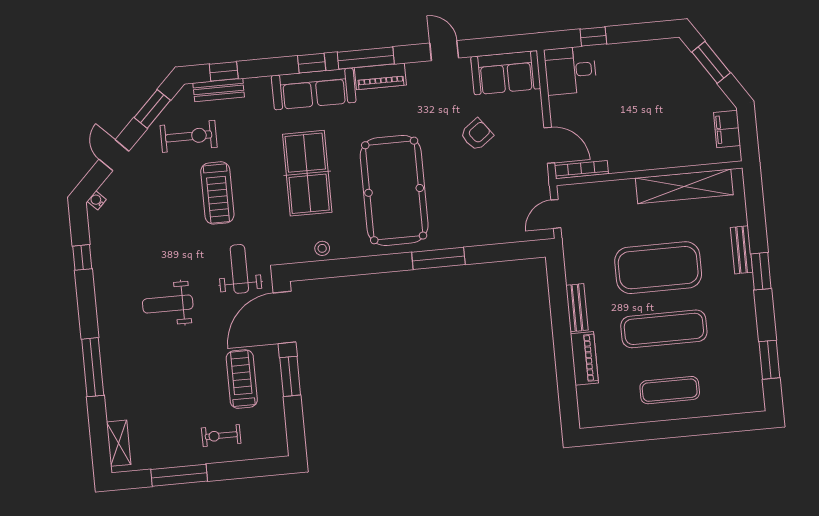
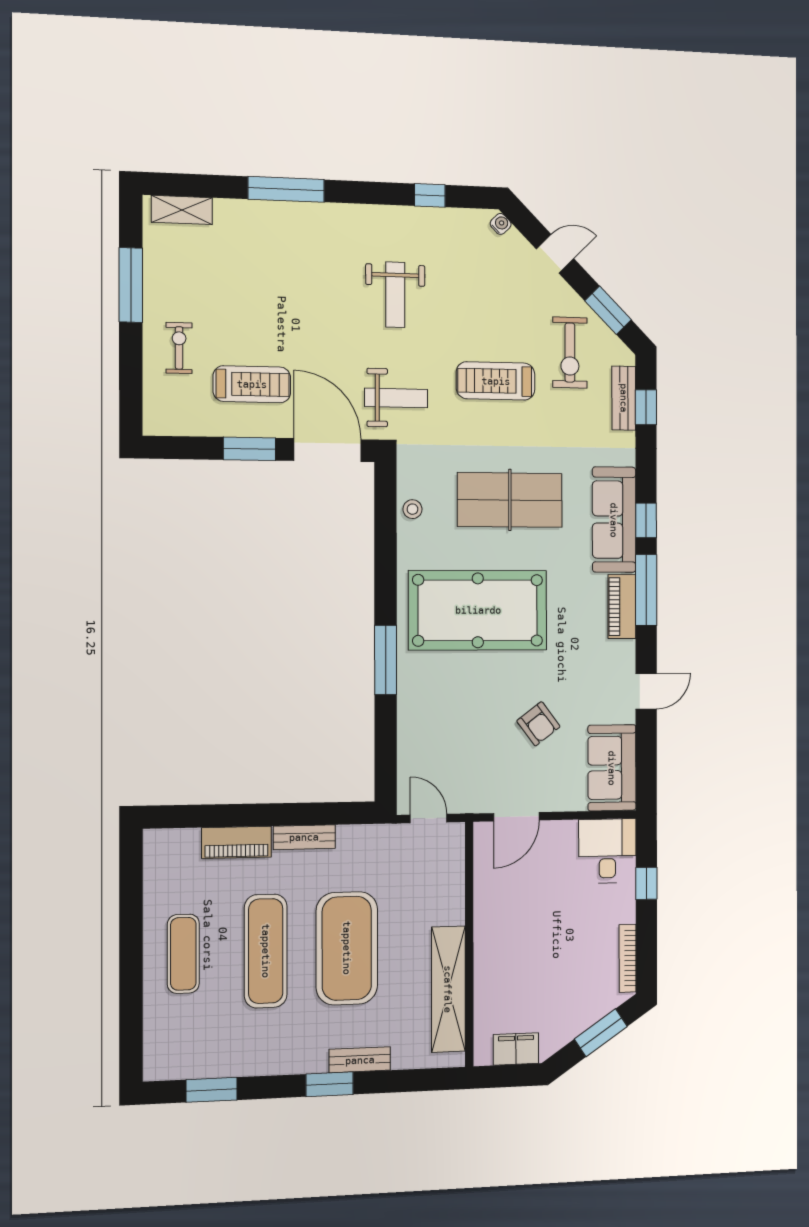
bookcase: (581, 170) -> (628, 958), moved, turned 180
weight bench: (168, 304) -> (395, 295), moved, turned 180

